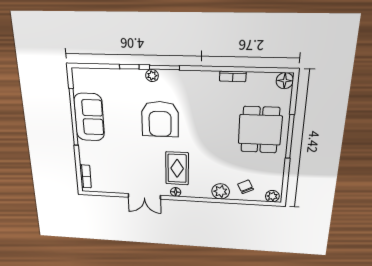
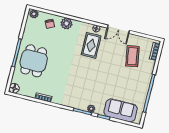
sofa: (89, 117) -> (121, 110), moved, turned 90
armchair: (160, 119) -> (94, 81), removed
coffee table: (114, 164) -> (132, 56), added
double door: (144, 196) -> (118, 29), swing flipped

